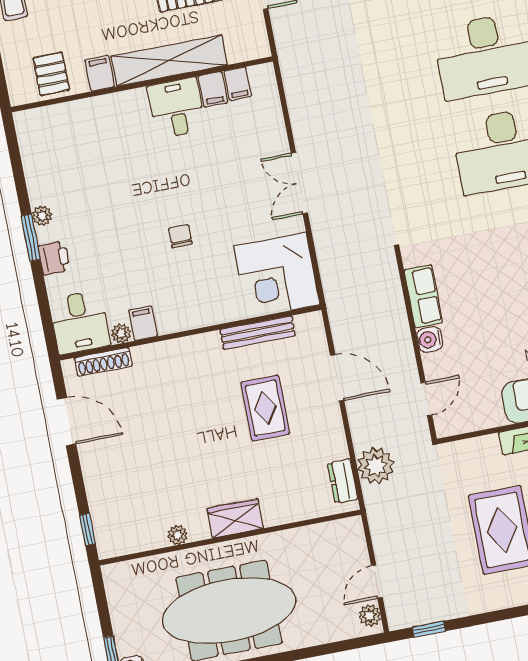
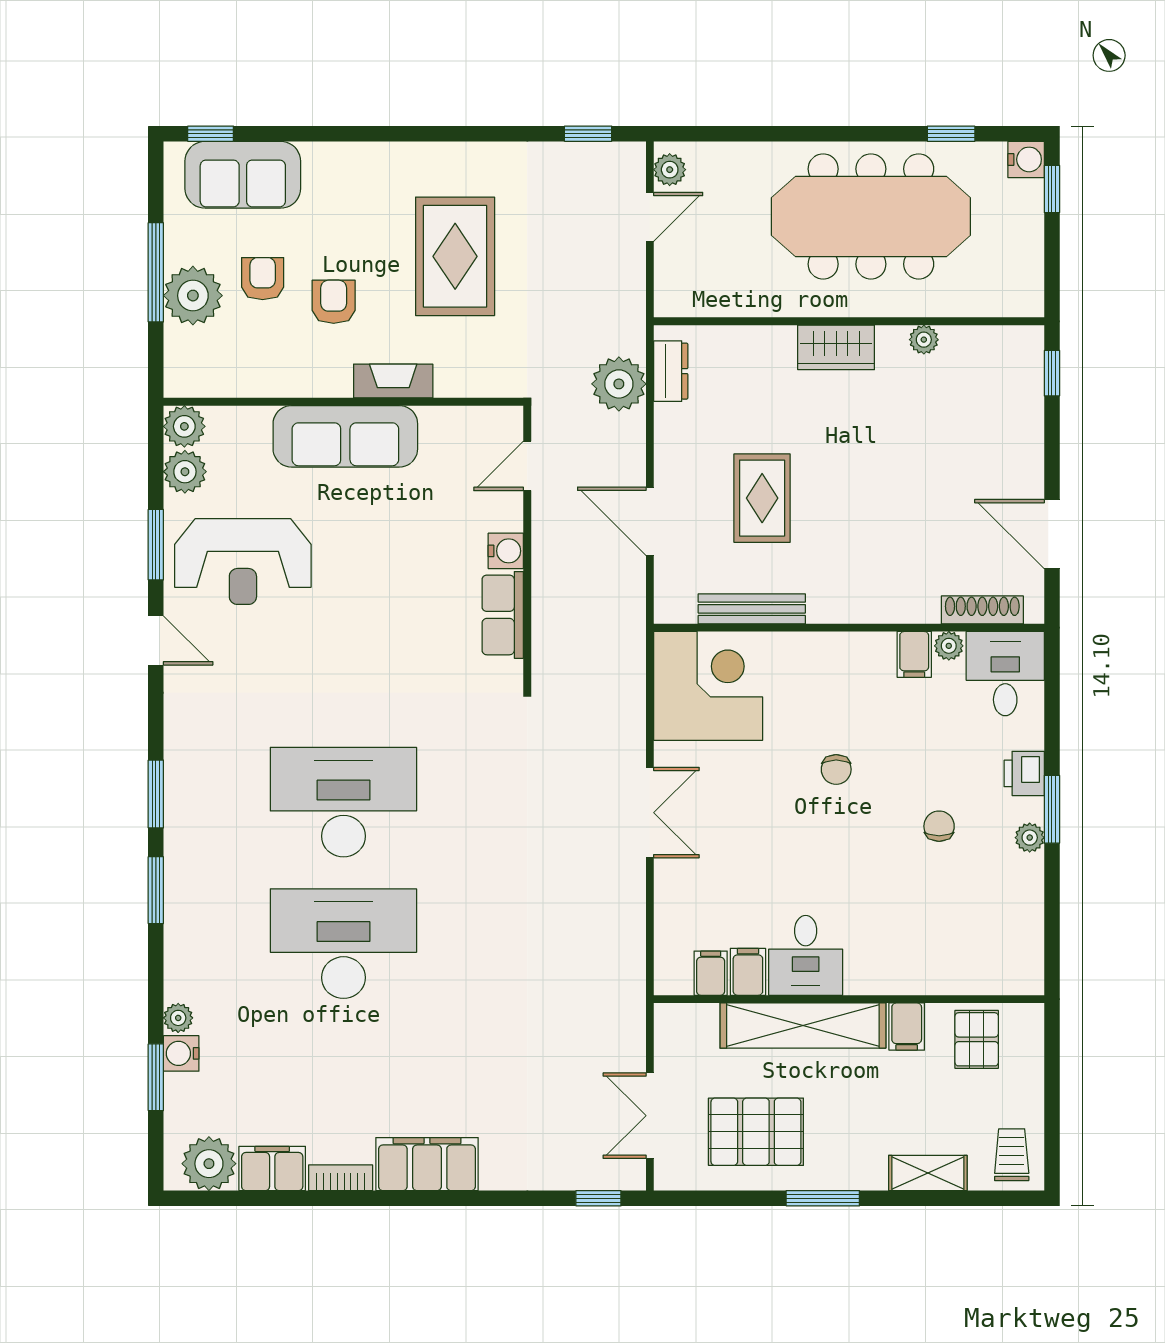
chair: (104, 212) -> (939, 826), added

